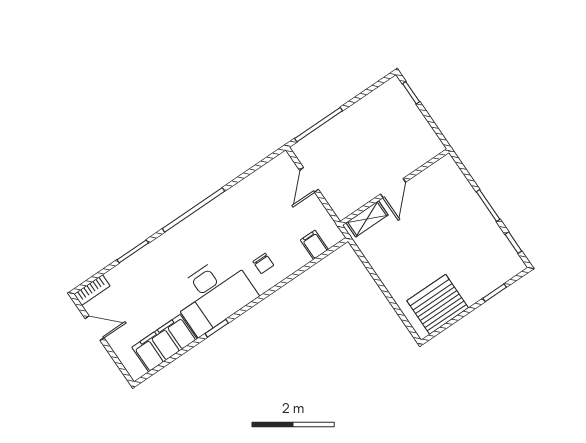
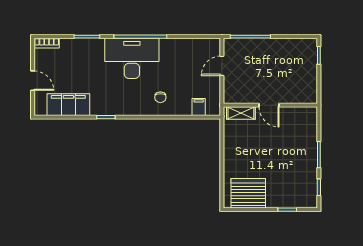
door: (393, 188) -> (269, 105), hinge flipped
desk: (213, 294) -> (132, 58), moved, turned 180
door: (95, 328) -> (33, 81), moved

